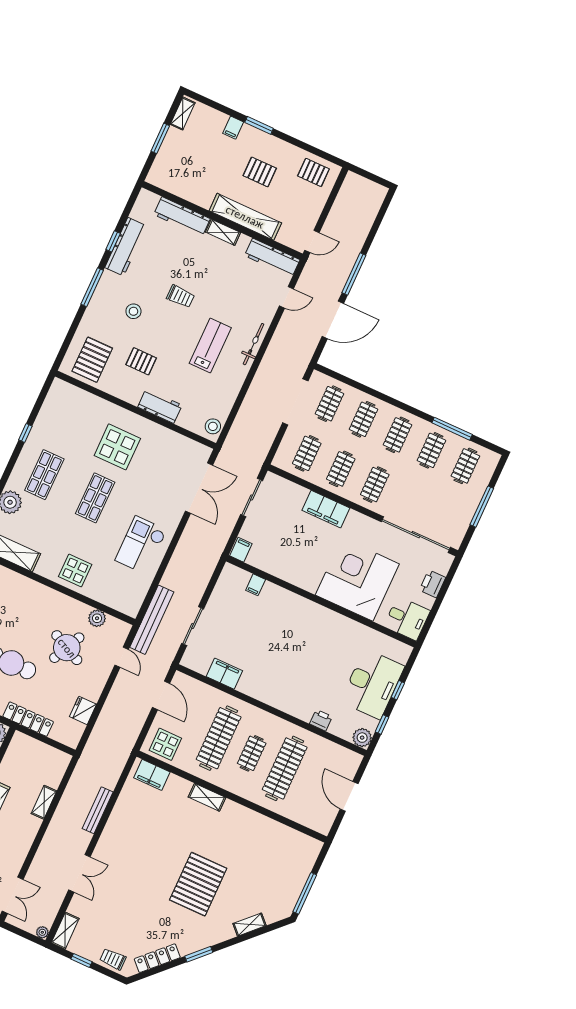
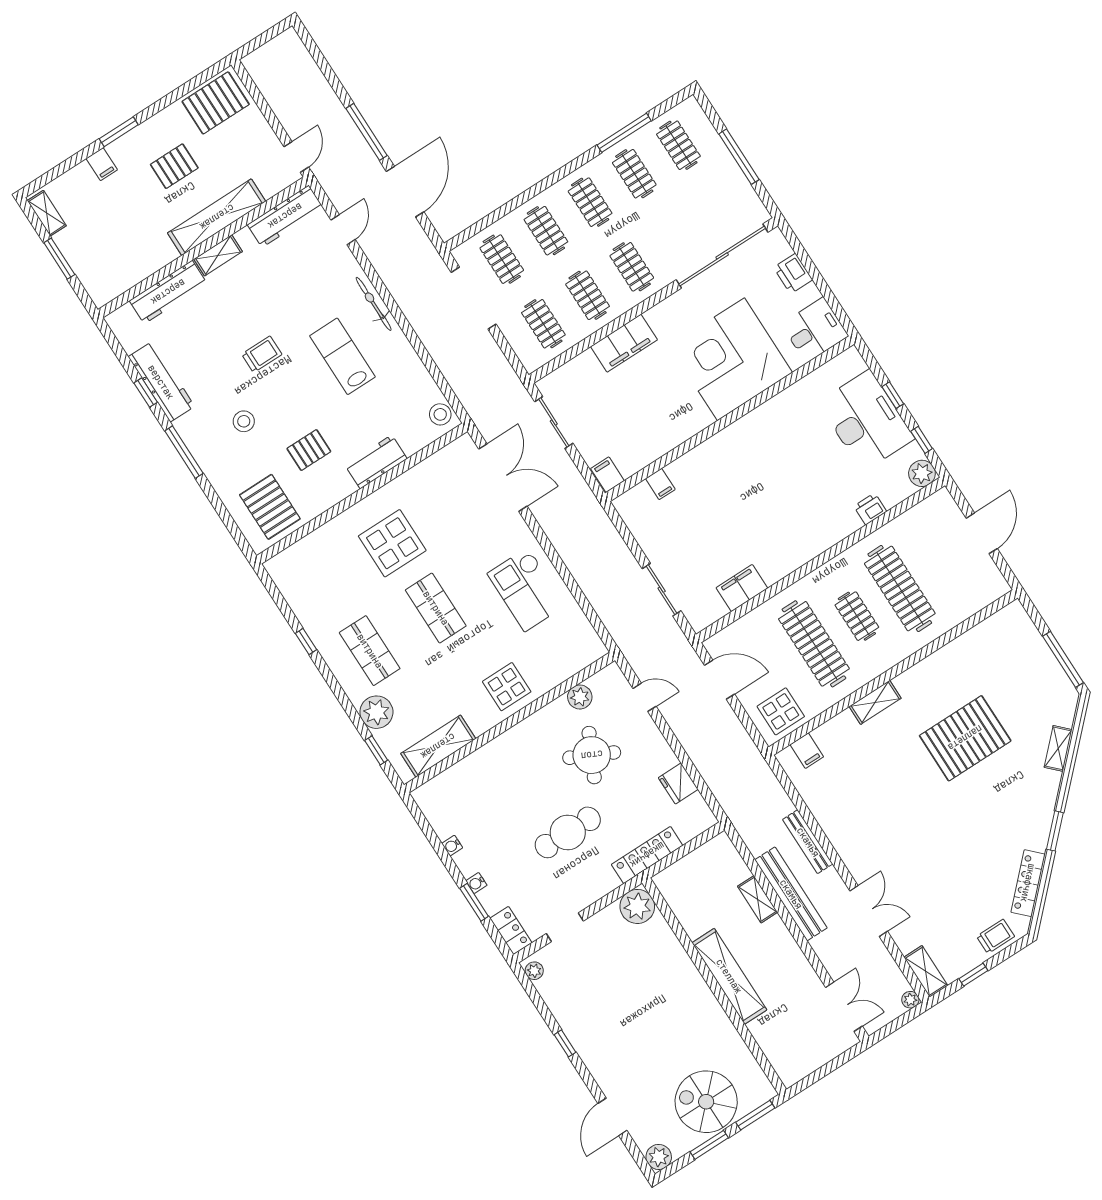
pallet: (313, 172) -> (216, 103), width x1.50, depth x1.42
bench: (152, 620) -> (791, 894), moved
filing cabinet: (152, 775) -> (807, 751), width x0.50
door: (349, 796) -> (982, 533), swing flipped
pallet: (198, 884) -> (965, 738), moved, turned 90
trolley: (113, 959) -> (996, 936), turned 180

